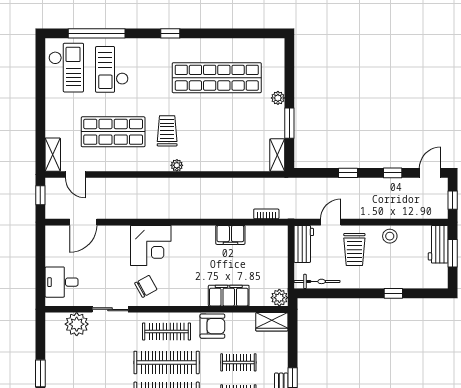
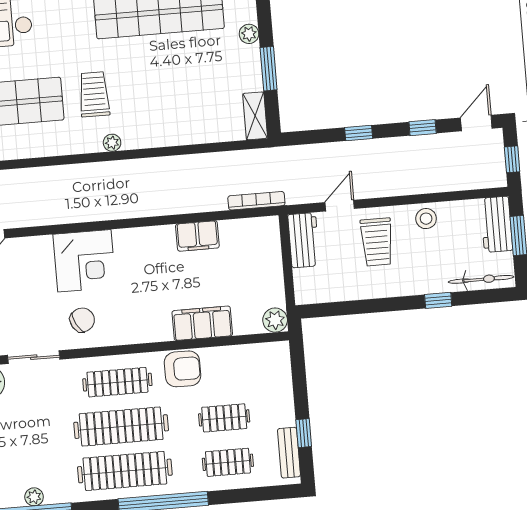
bookcase: (266, 214) -> (256, 201), width x1.56
bicycle: (317, 281) -> (481, 279), moved
wardrobe: (272, 322) -> (267, 356), removed

